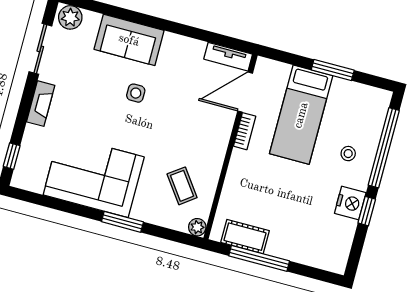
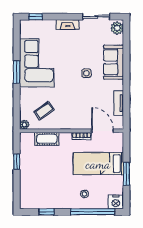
tv unit: (228, 57) -> (119, 103), moved
nightstand: (350, 203) -> (116, 202), moved
window: (367, 211) -> (47, 212), moved
window: (122, 222) -> (17, 72), moved
cot: (245, 237) -> (47, 139), moved, turned 90
window: (259, 258) -> (17, 162), width x0.46

